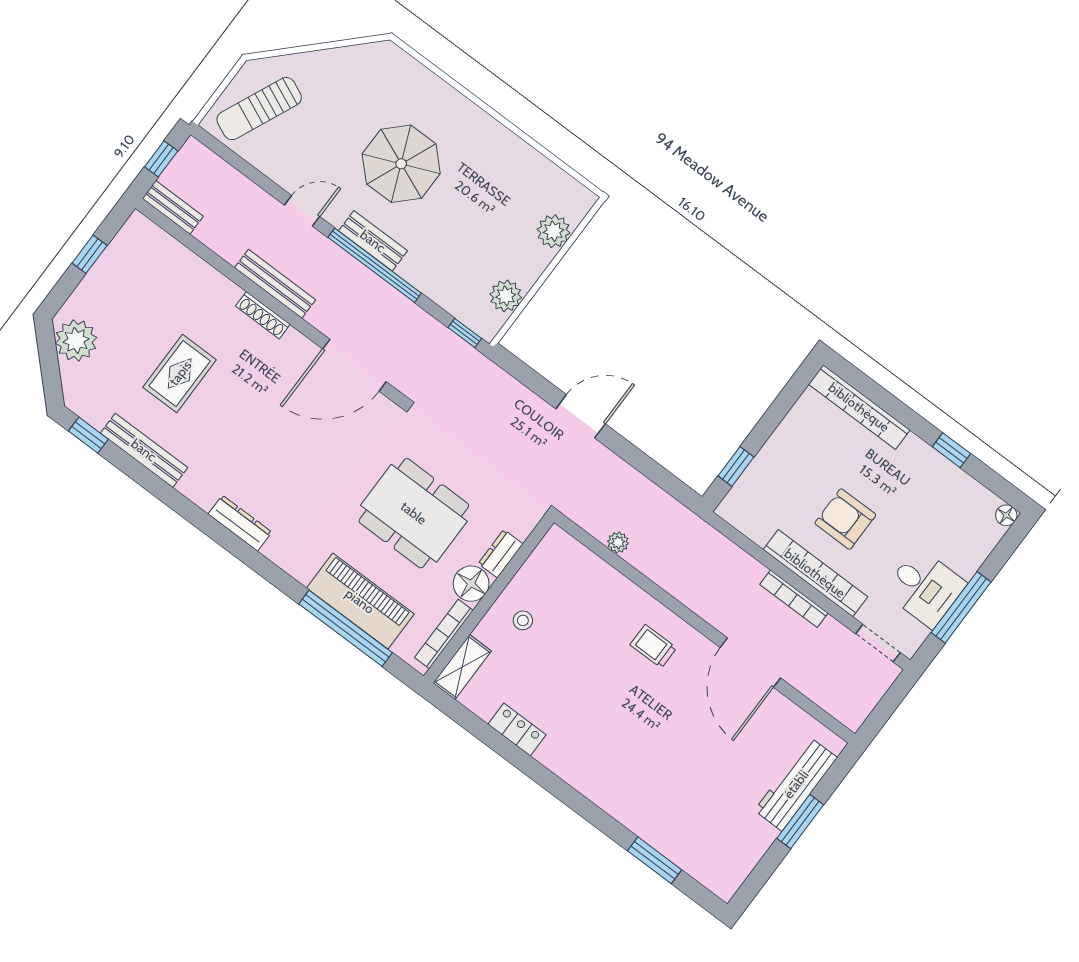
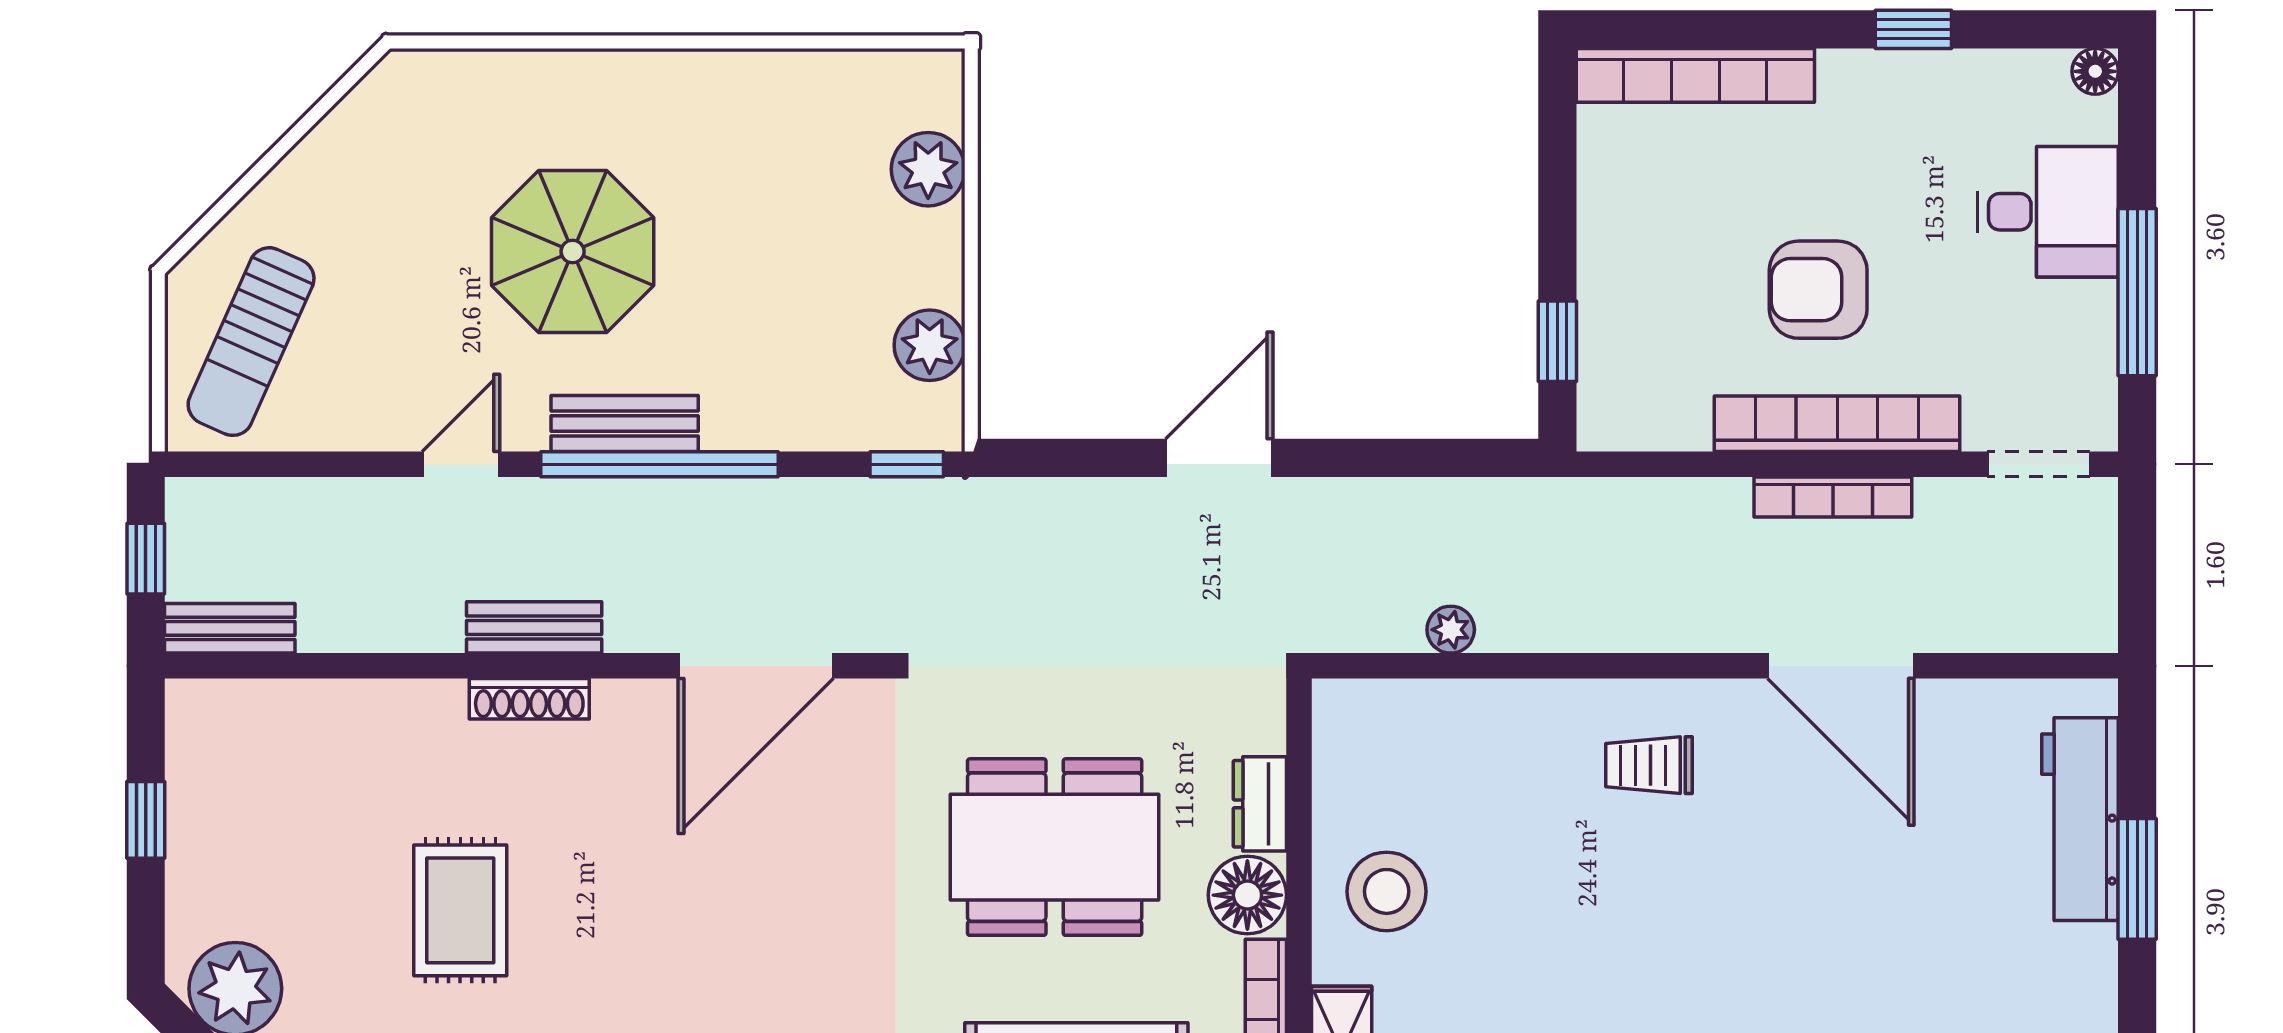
bench: (275, 284) -> (534, 627), width x0.73
desk: (925, 588) -> (2048, 212), moved
stool: (523, 620) -> (1387, 891), width x1.89, depth x1.89

